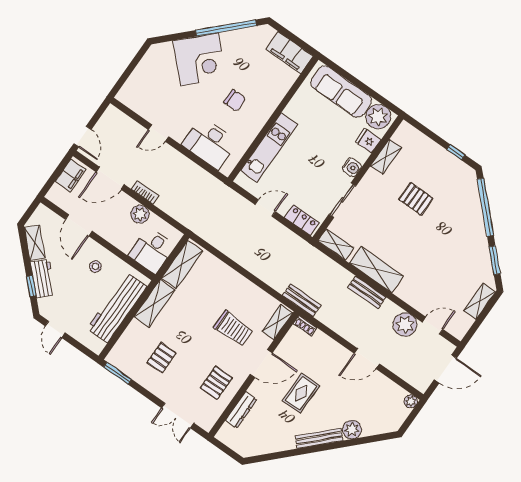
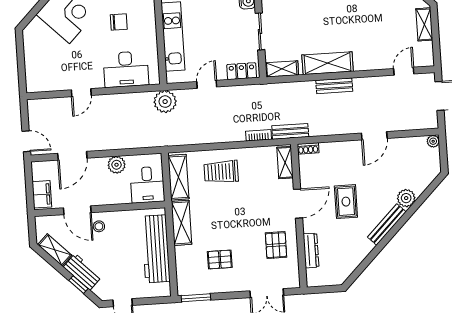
filing cabinet: (70, 175) -> (42, 194), moved
bookcase: (145, 192) -> (259, 135), moved
stool: (95, 266) -> (99, 226), moved
plant: (405, 325) -> (165, 102), moved
trolley: (233, 328) -> (221, 172), moved, turned 180
pallet: (162, 358) -> (220, 259), turned 90

